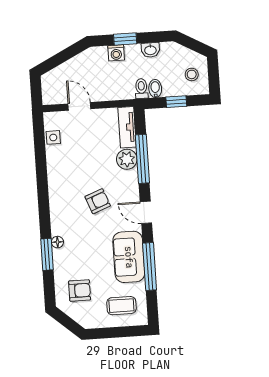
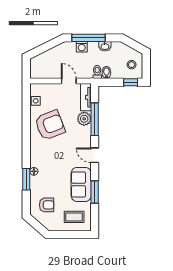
window: (125, 39) -> (88, 38), width x2.17
window: (176, 102) -> (131, 82), moved
door: (79, 106) -> (69, 81), moved
armchair: (98, 201) -> (50, 125), moved, width x1.88, depth x1.88
window: (150, 267) -> (95, 192), width x0.69

